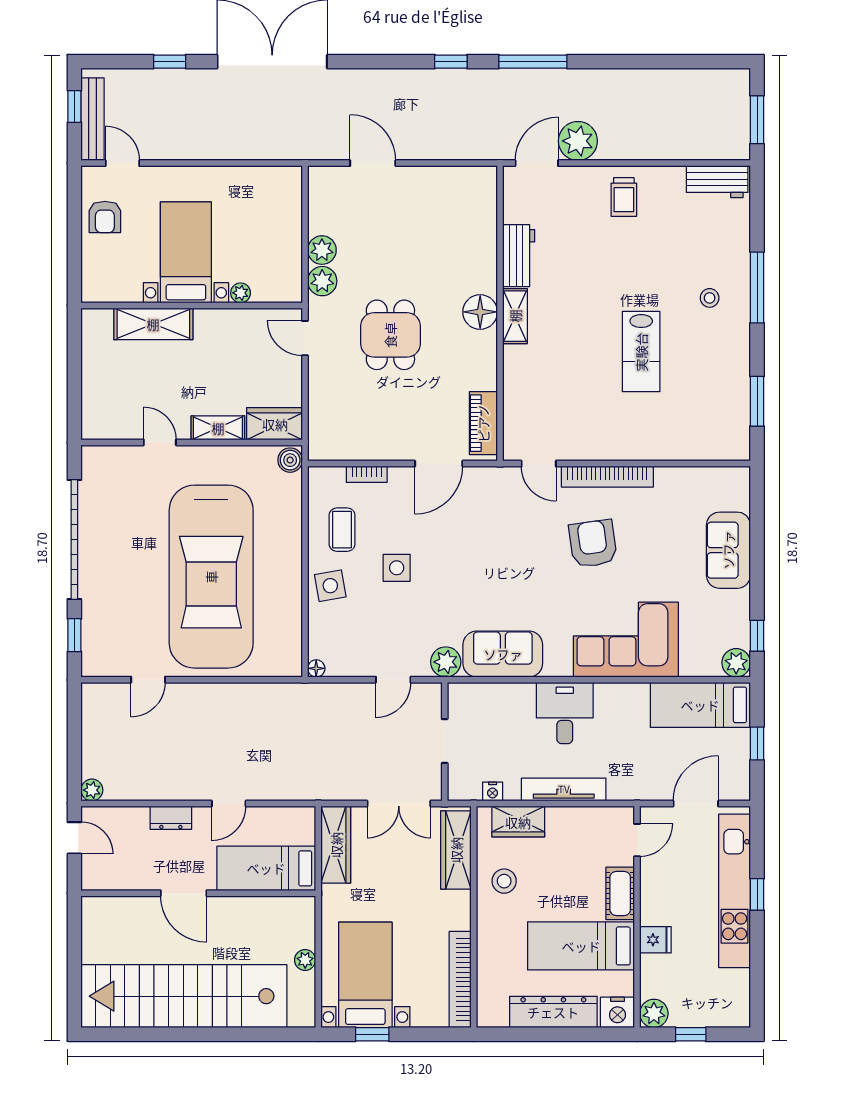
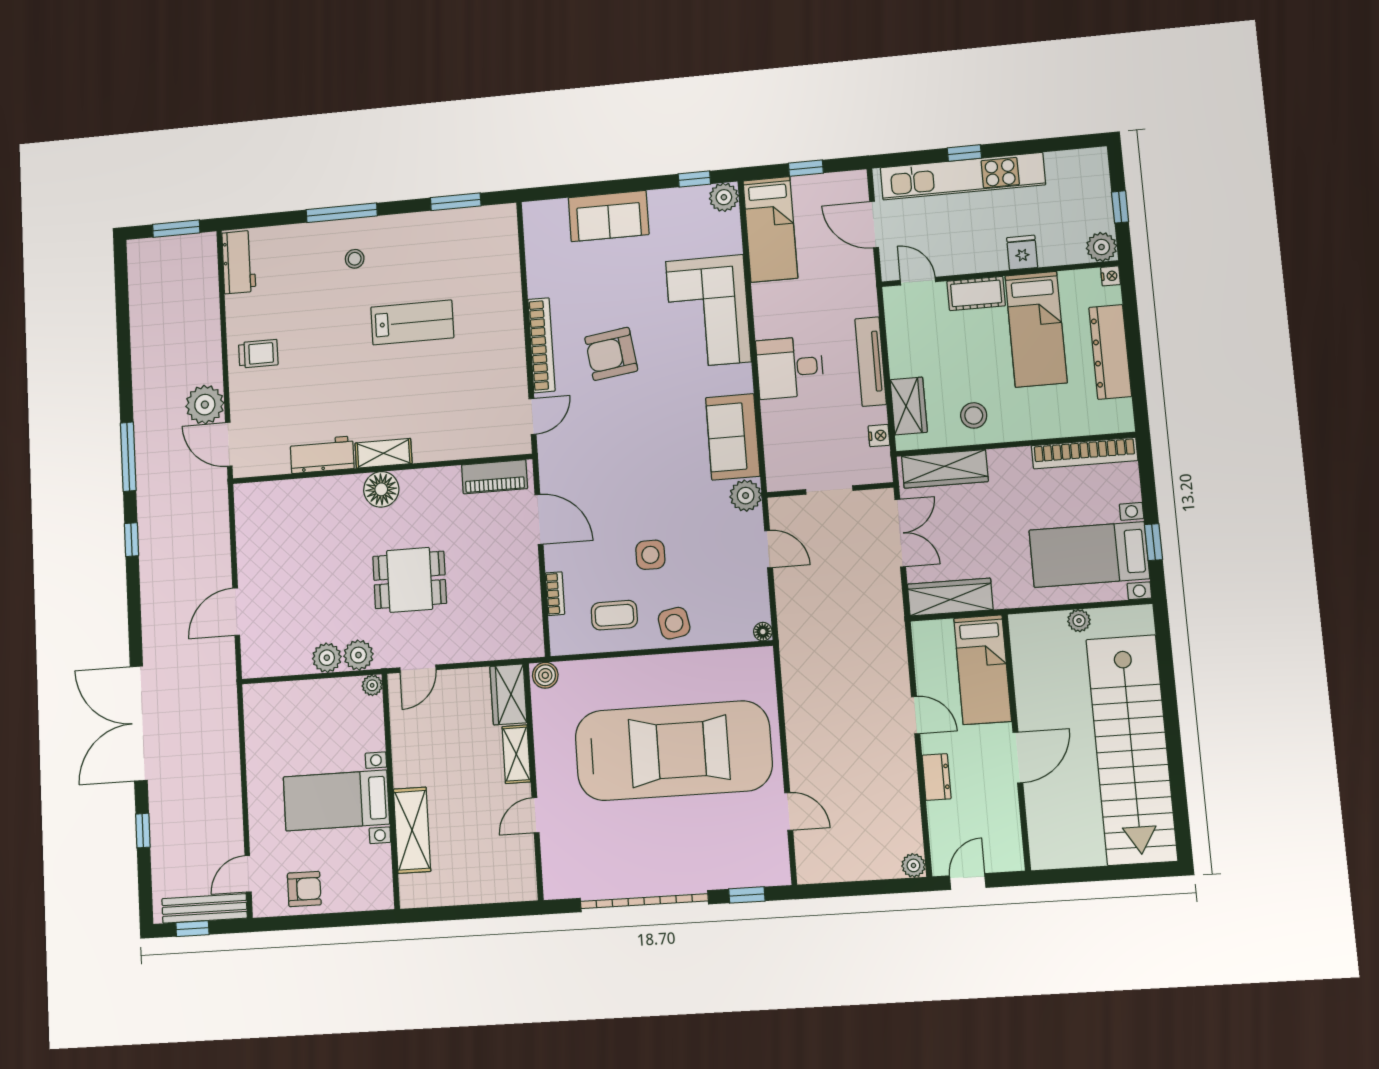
plant: (241, 293) -> (372, 685), moved
nightstand: (617, 1012) -> (1110, 276), width x0.53, depth x0.56

